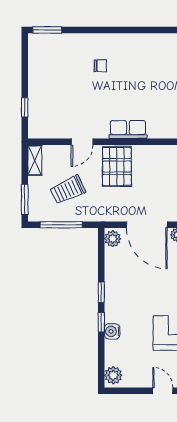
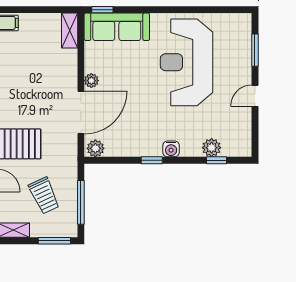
window: (101, 322) -> (217, 160), moved
water cooler: (112, 331) -> (171, 149), moved
plant: (113, 375) -> (212, 148), moved

